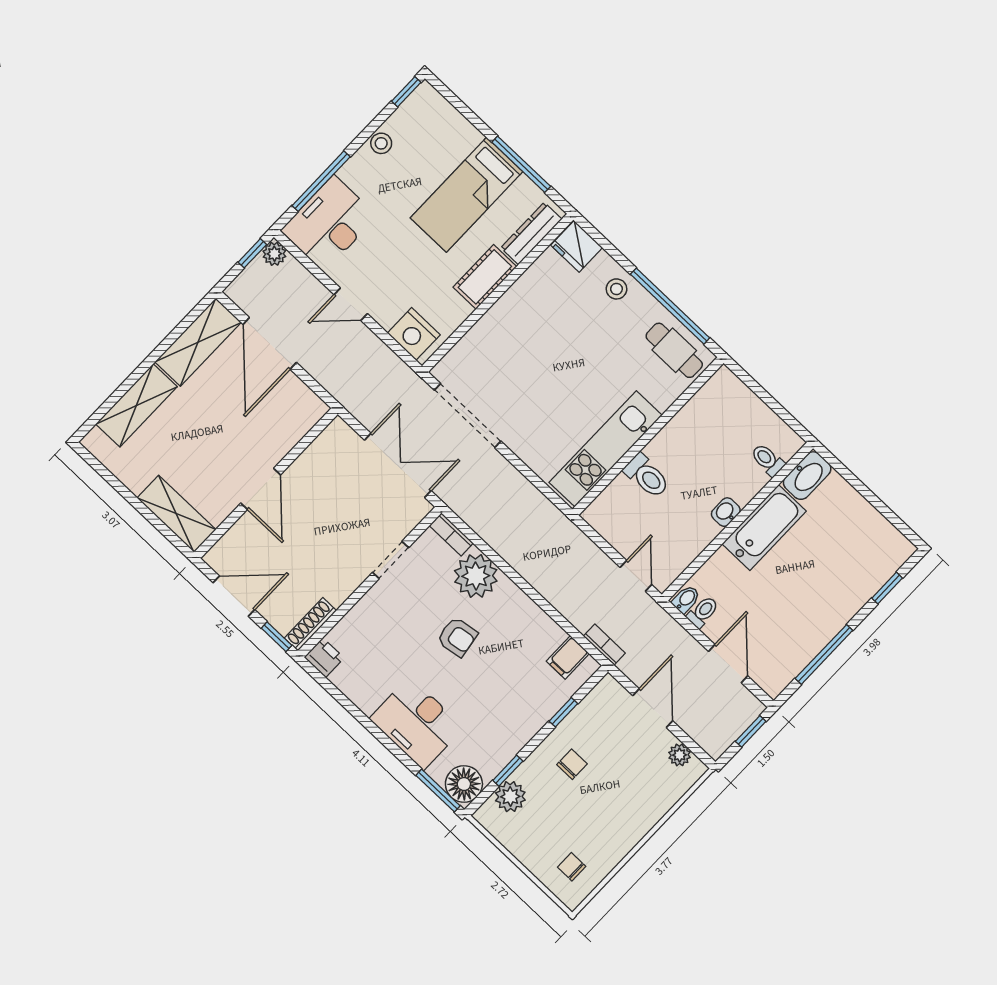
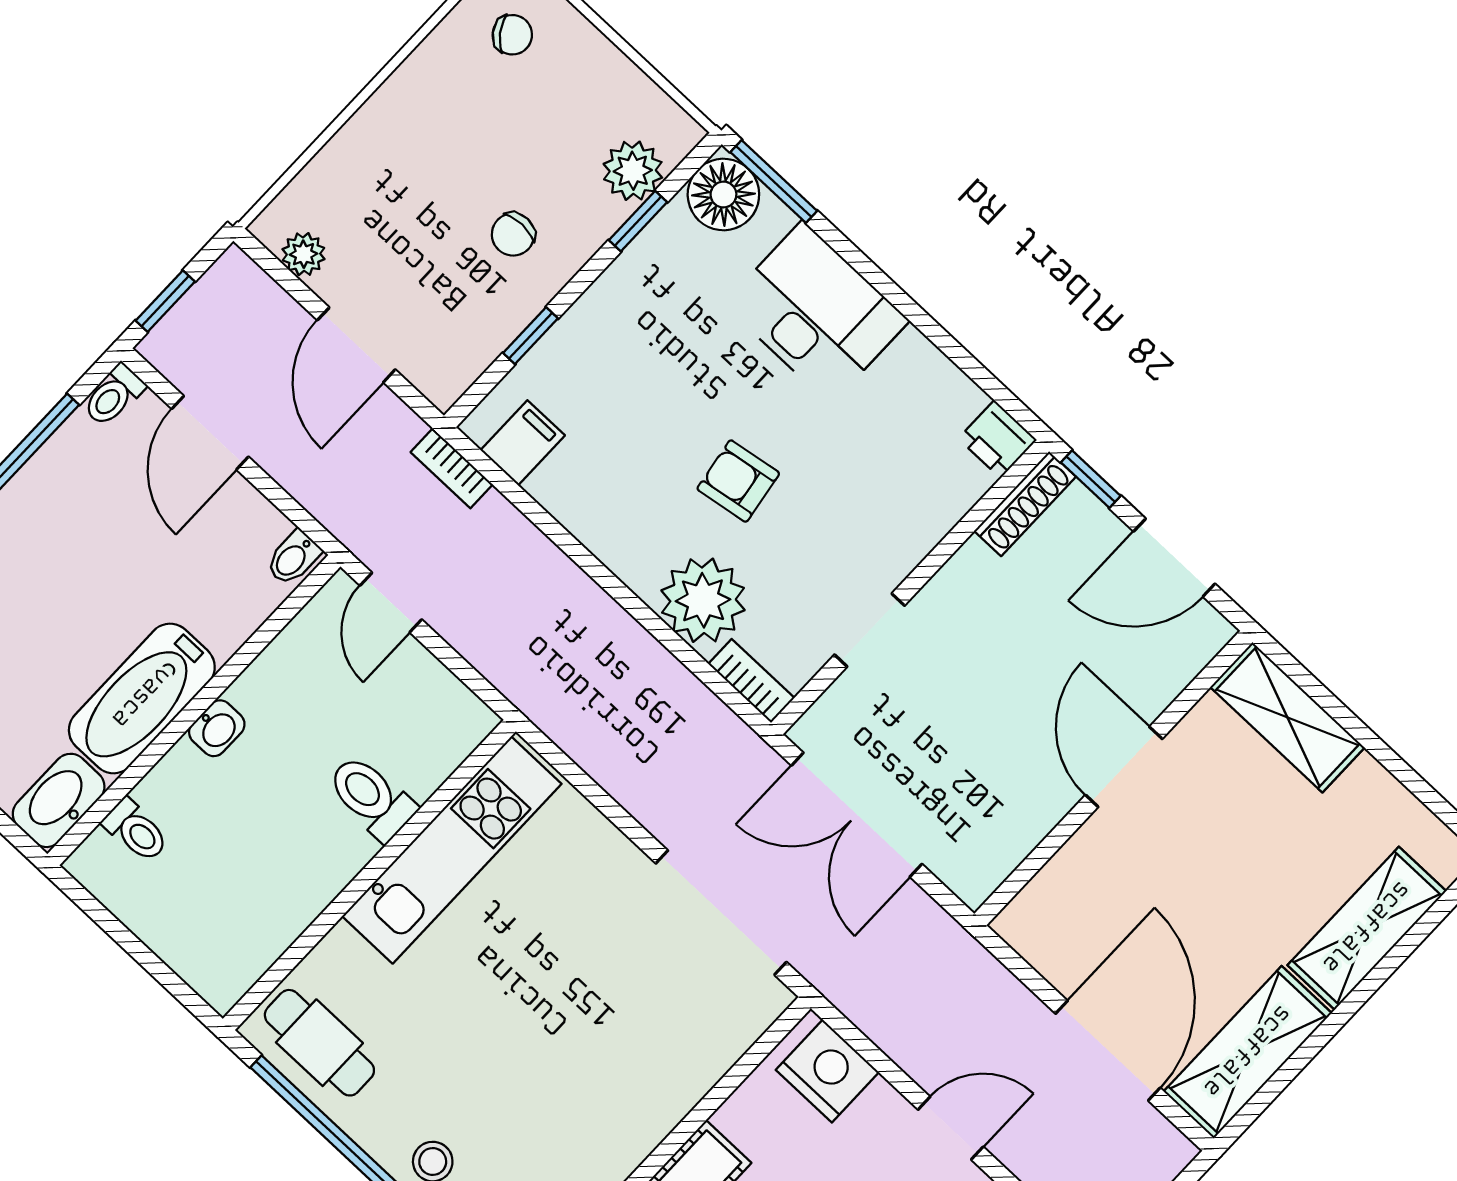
toilet: (703, 612) -> (114, 395), moved
chair: (572, 867) -> (512, 35), turned -36

